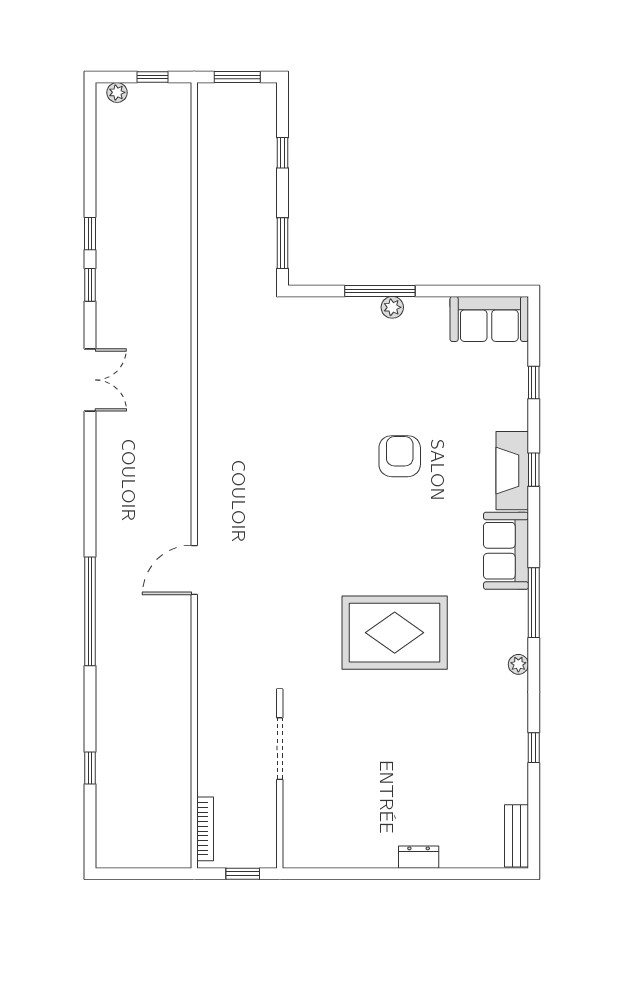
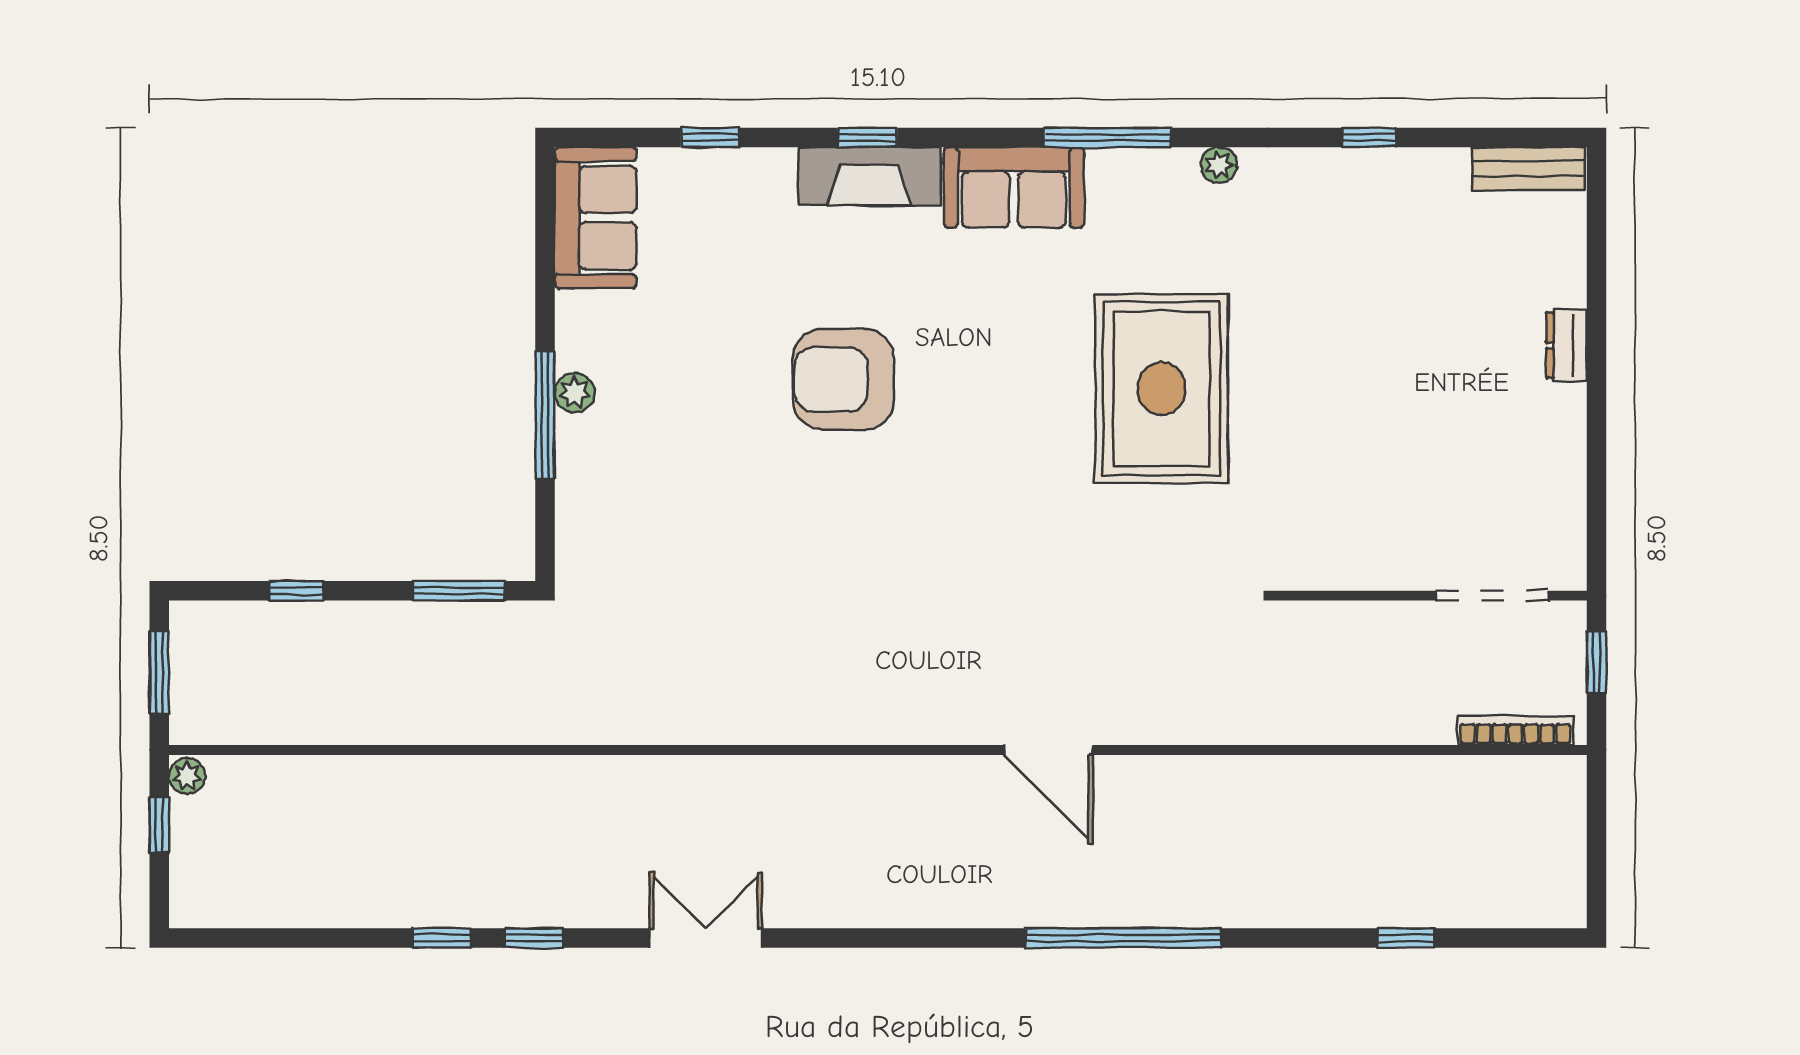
plant: (117, 92) -> (187, 776), moved
armchair: (400, 456) -> (843, 379), width x1.36, depth x1.36
doorway: (280, 749) -> (1492, 596), moved

